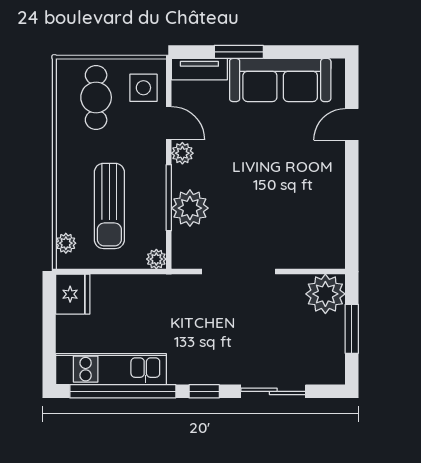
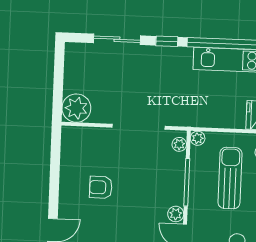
armchair: (287, 186) -> (101, 187), added
plant: (190, 208) -> (179, 144), moved, width x0.53, depth x0.53
window: (352, 329) -> (58, 82), removed

